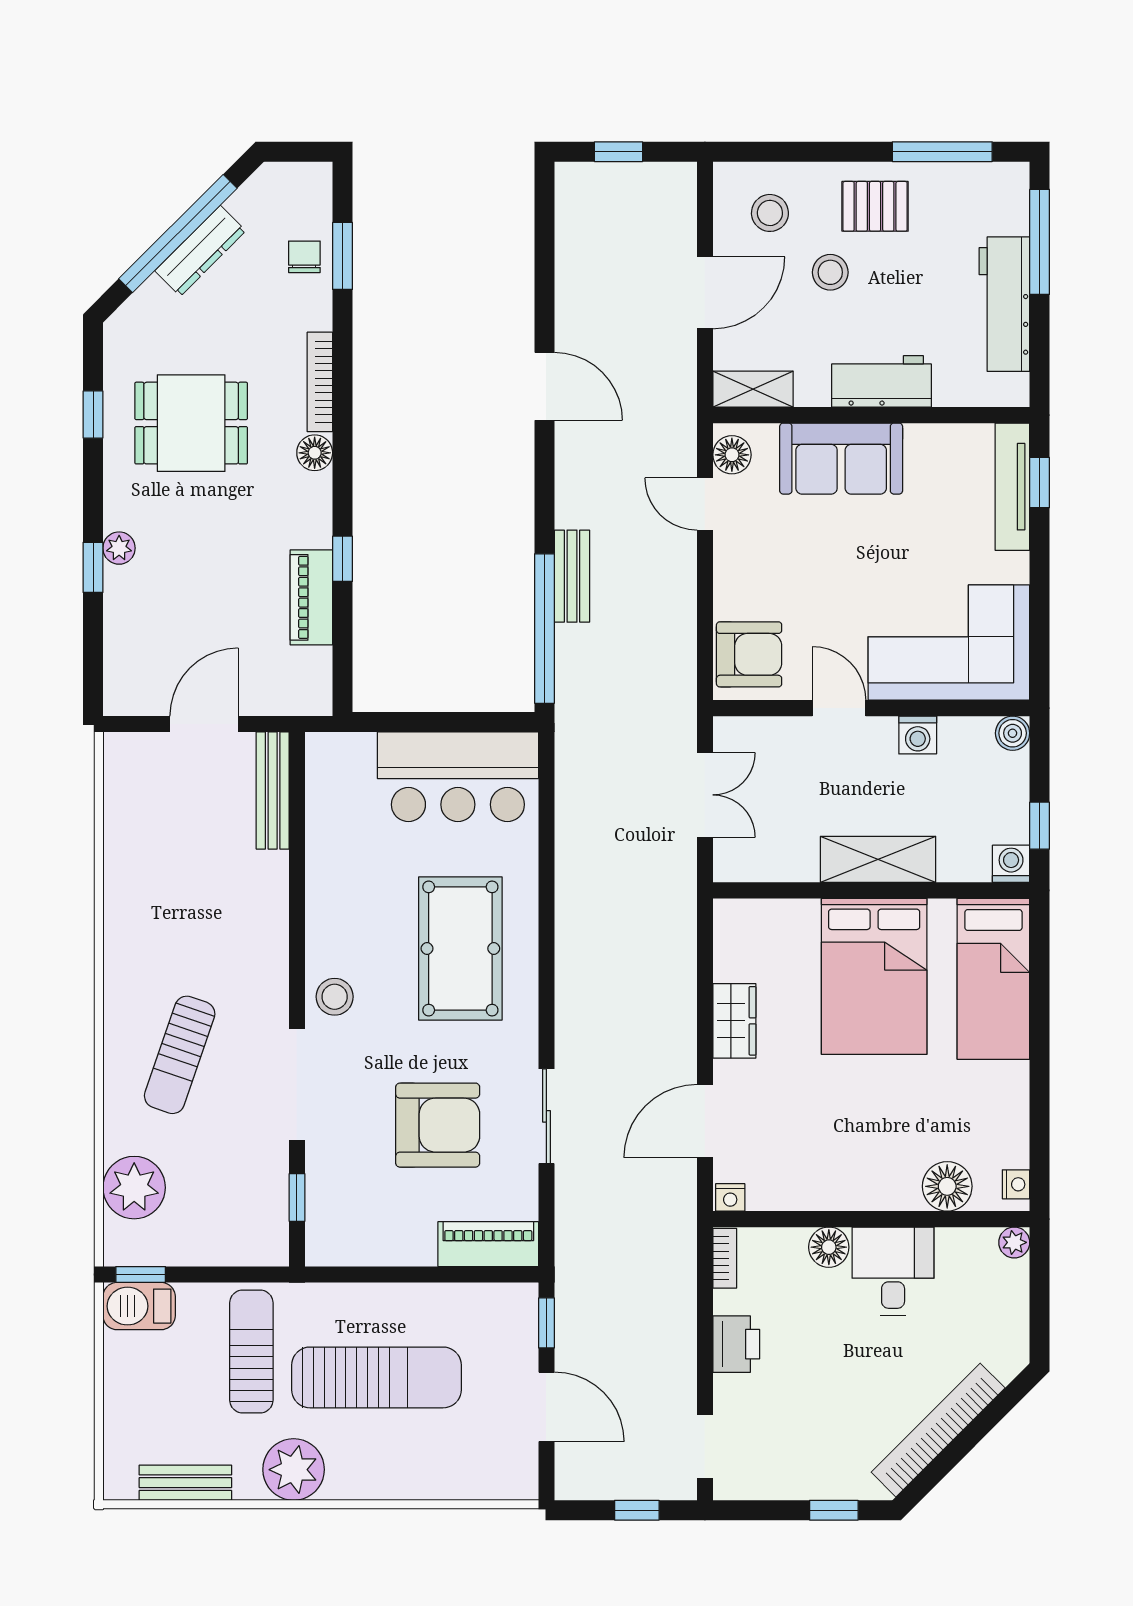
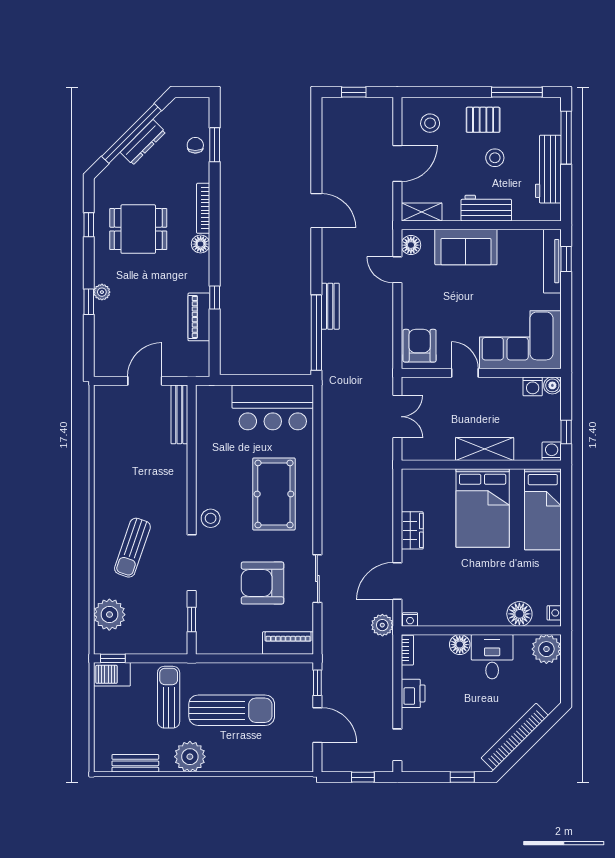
stool: (830, 272) -> (495, 158), moved
armchair: (749, 654) -> (420, 346), turned -90
washing machine: (918, 735) -> (533, 386), moved
armchair: (438, 1125) -> (263, 583), turned 180
plant: (675, 1208) -> (382, 625), added
plant: (1014, 1242) -> (546, 649), width x1.87, depth x1.87

